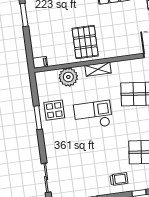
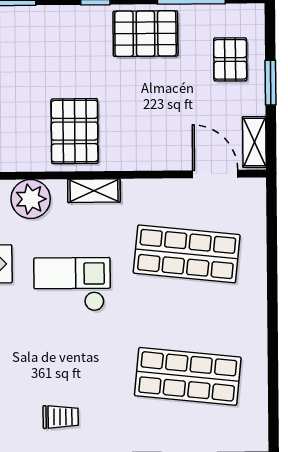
trolley: (119, 179) -> (61, 417), moved

